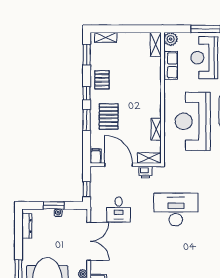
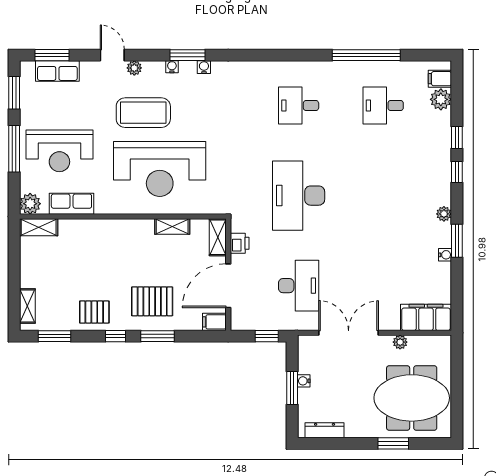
desk: (119, 209) -> (299, 286), width x1.37

